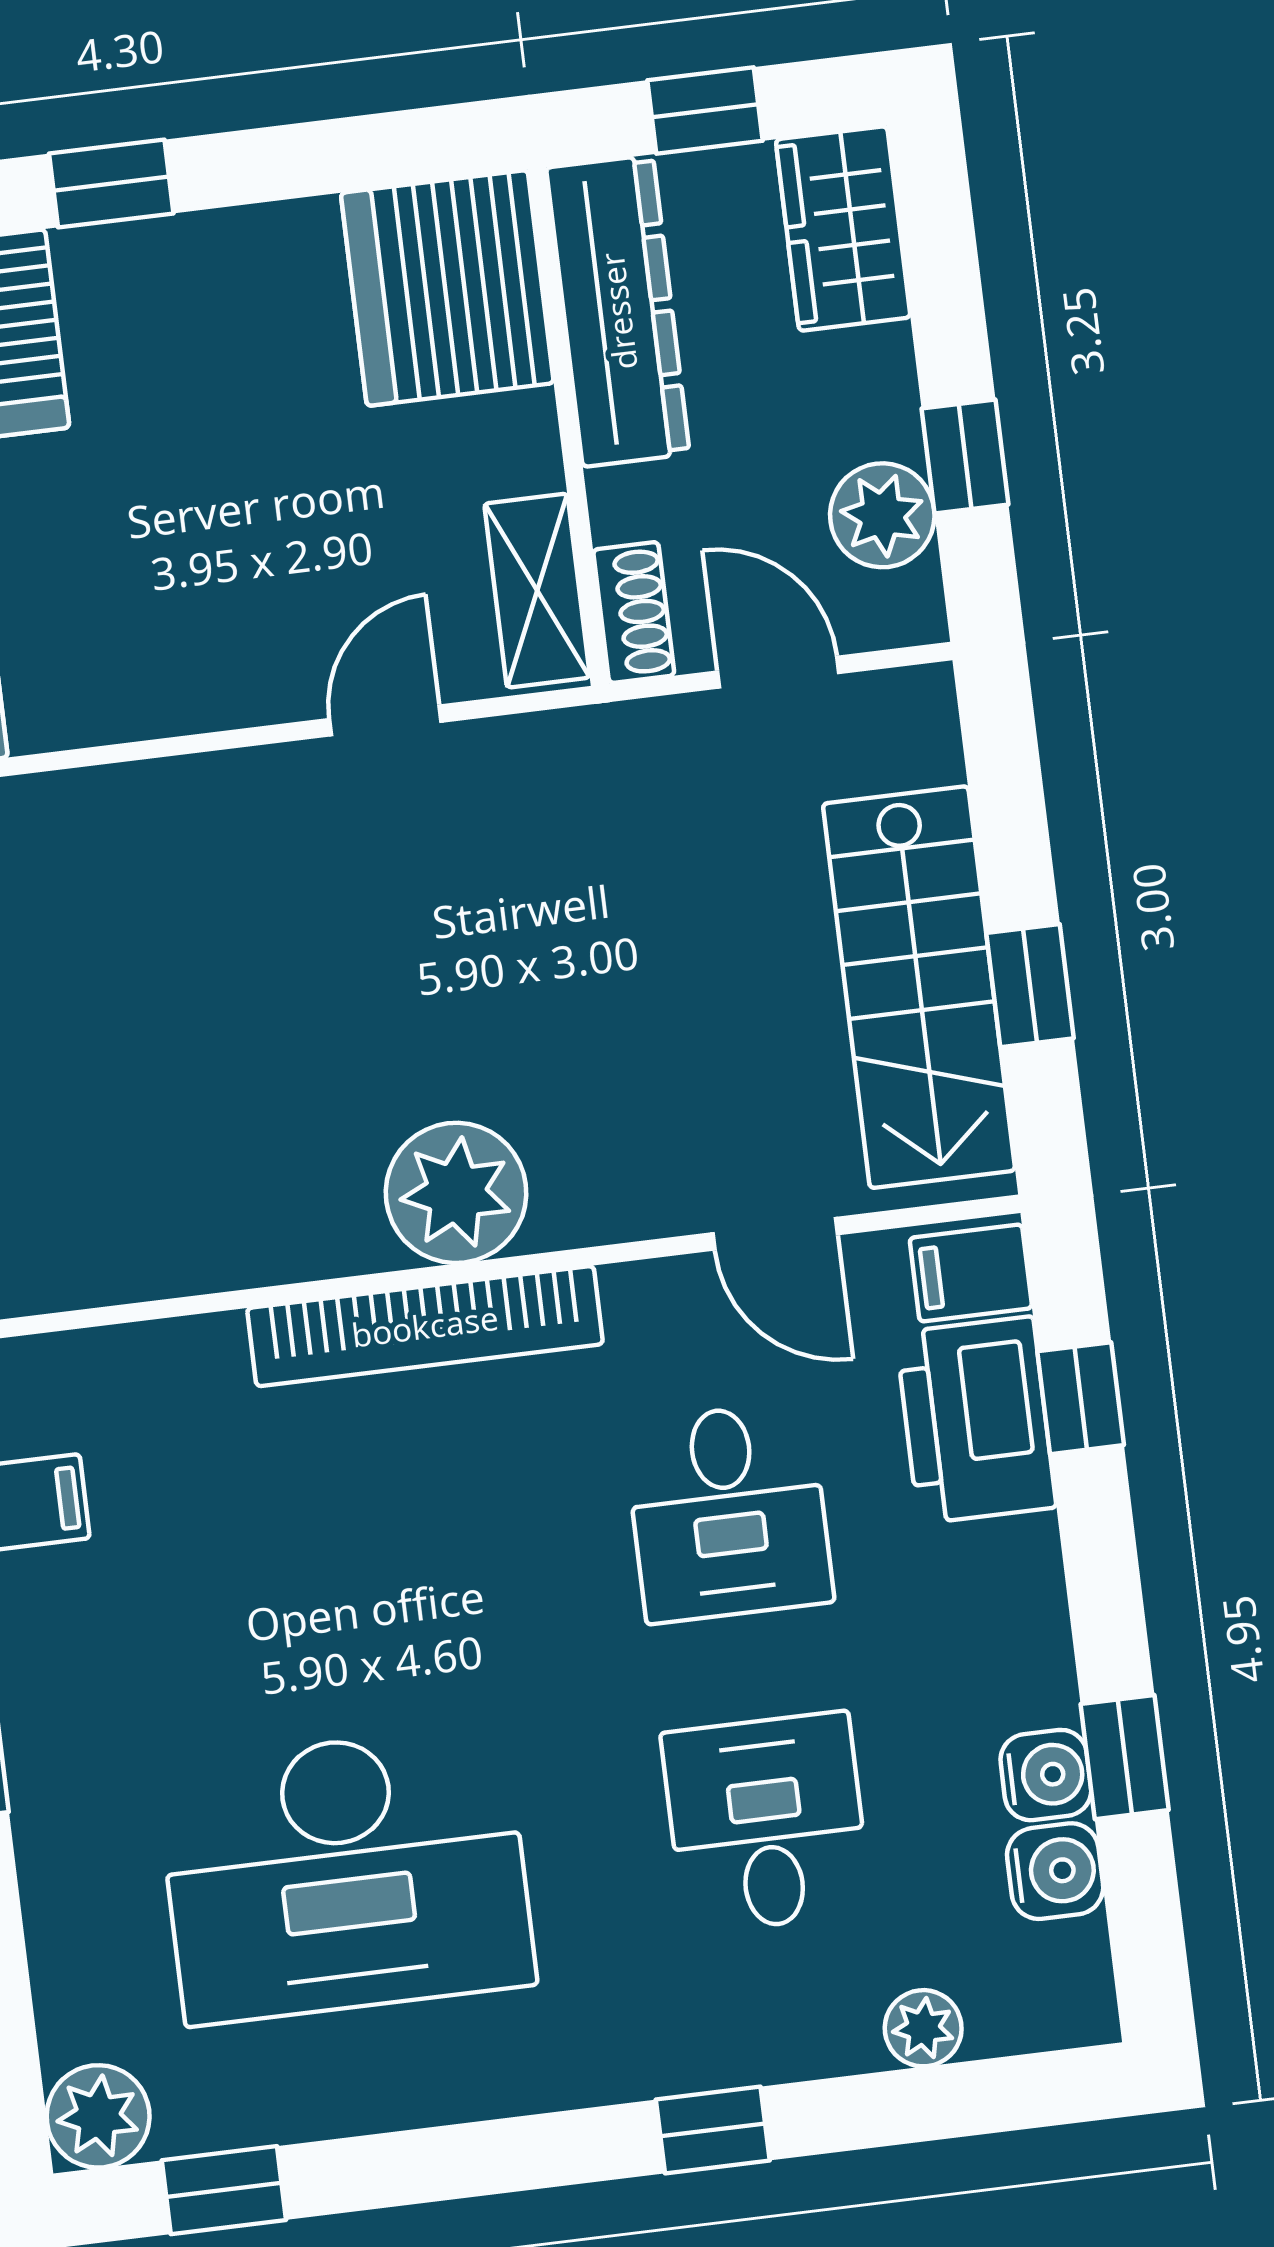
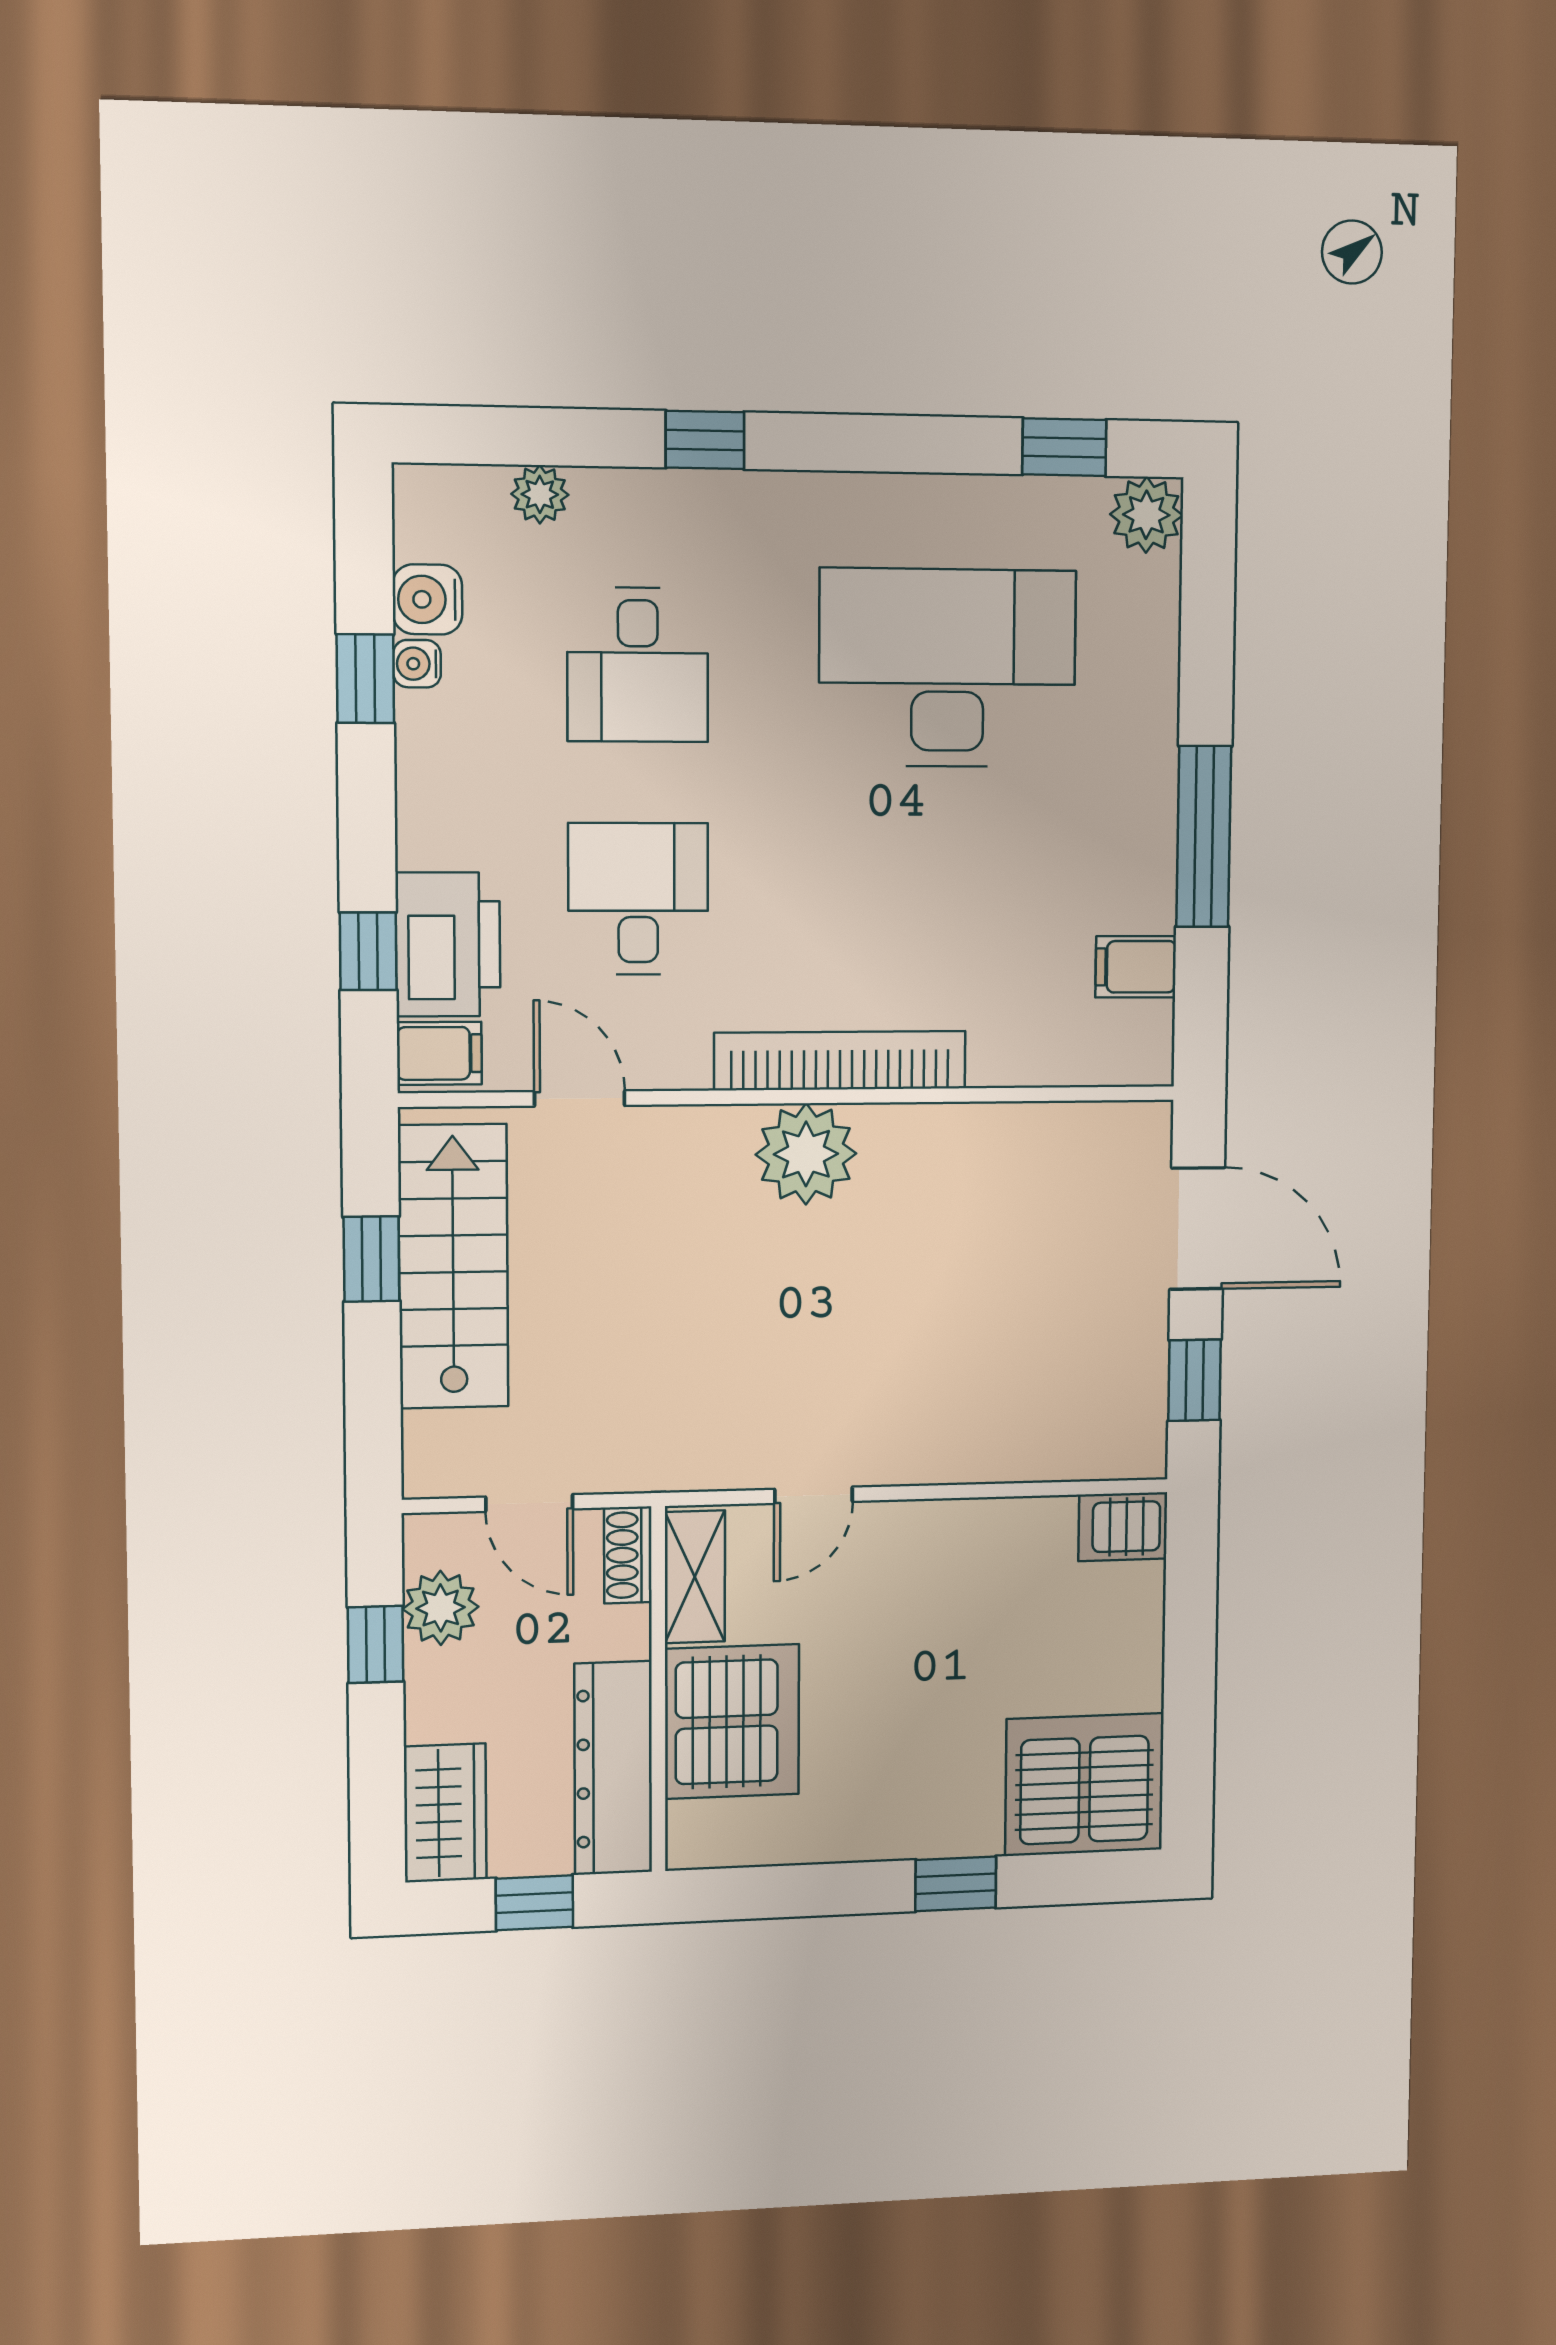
server rack: (447, 288) -> (732, 1722), moved
water cooler: (1046, 1775) -> (417, 664), width x0.72, depth x0.72

